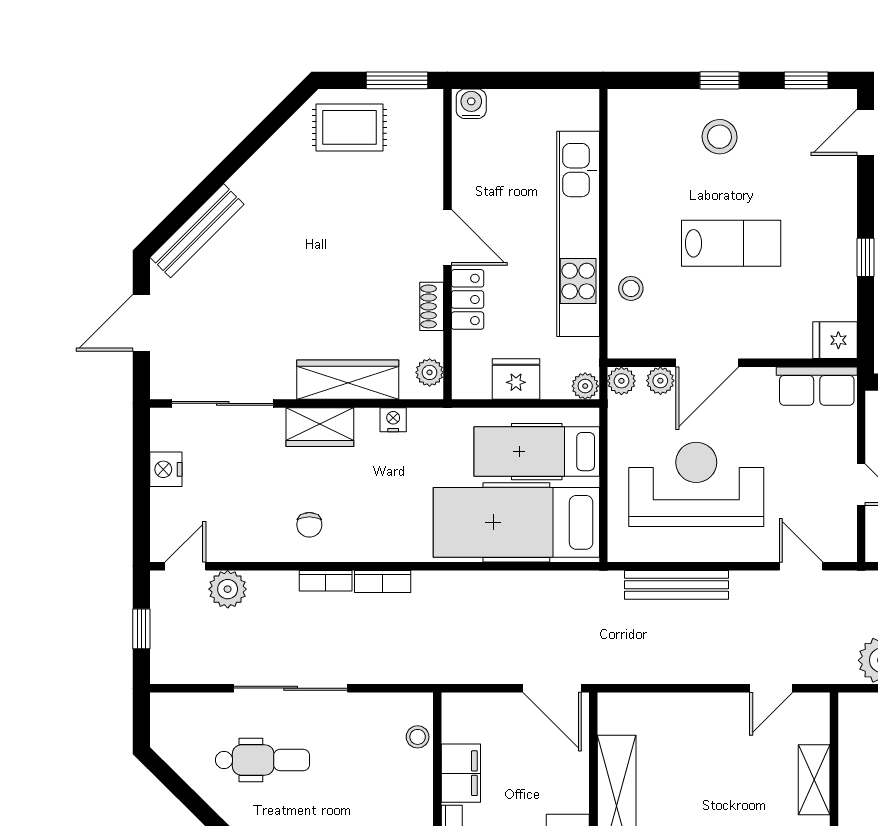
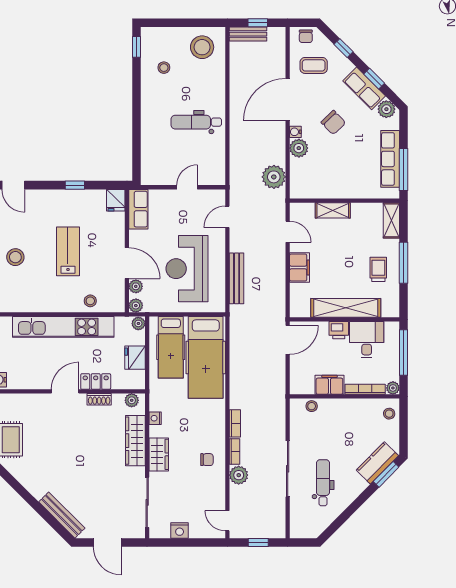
plant: (228, 589) -> (239, 475), moved
filing cabinet: (699, 712) -> (299, 267), added
printer: (572, 792) -> (339, 330), added

